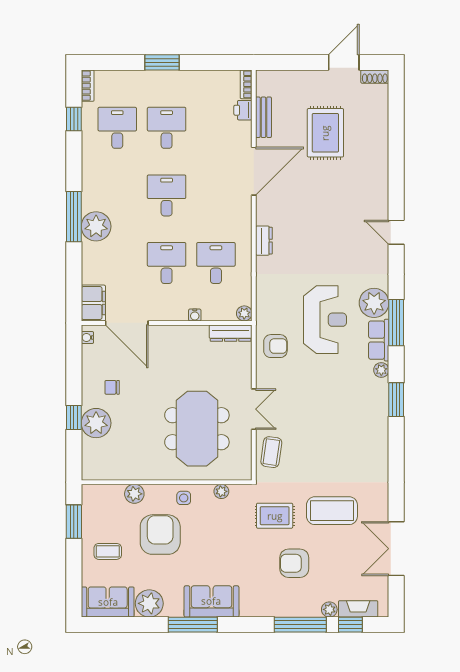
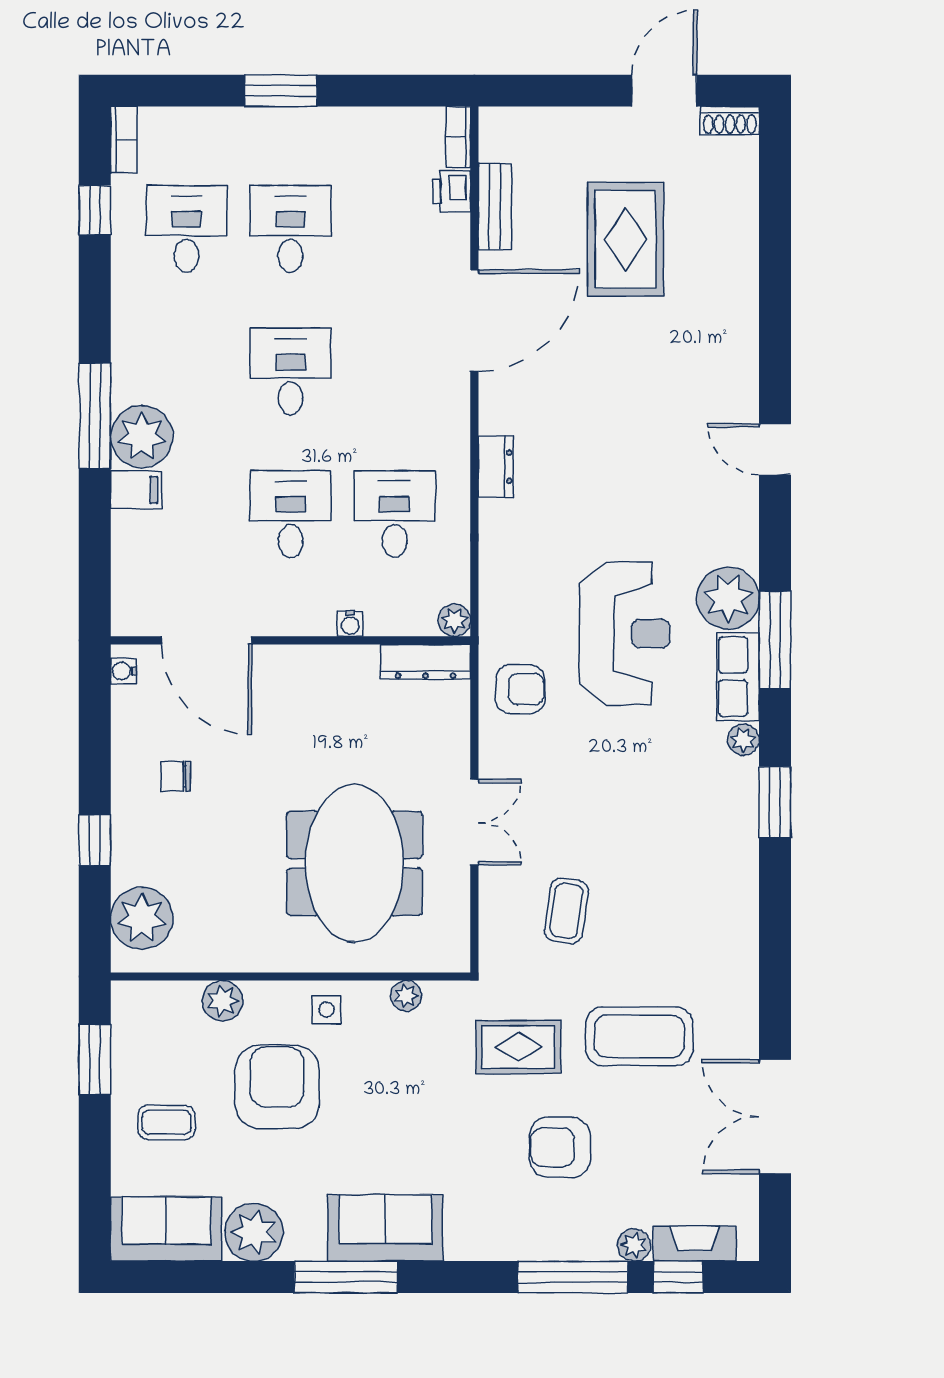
filing cabinet: (93, 303) -> (136, 490), moved, width x0.50
plant: (96, 423) -> (142, 918), moved
coffee table: (271, 452) -> (566, 911), moved

